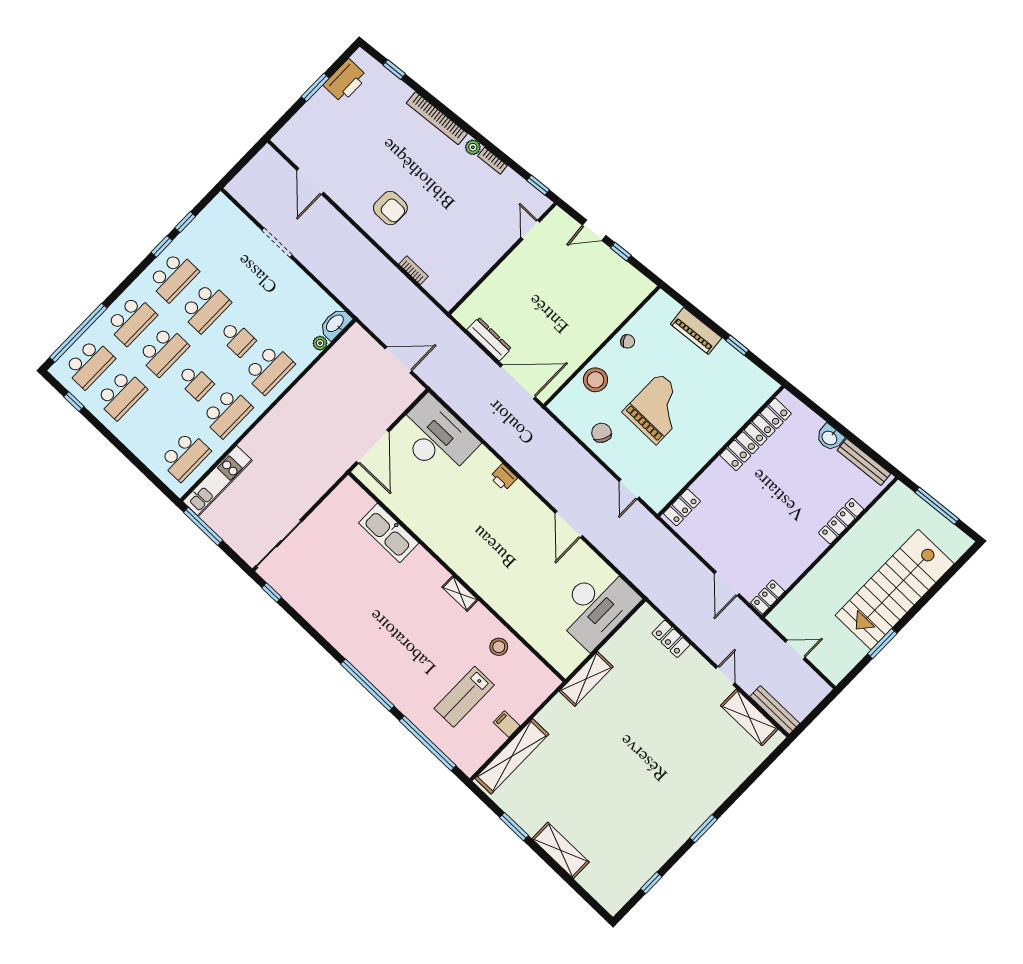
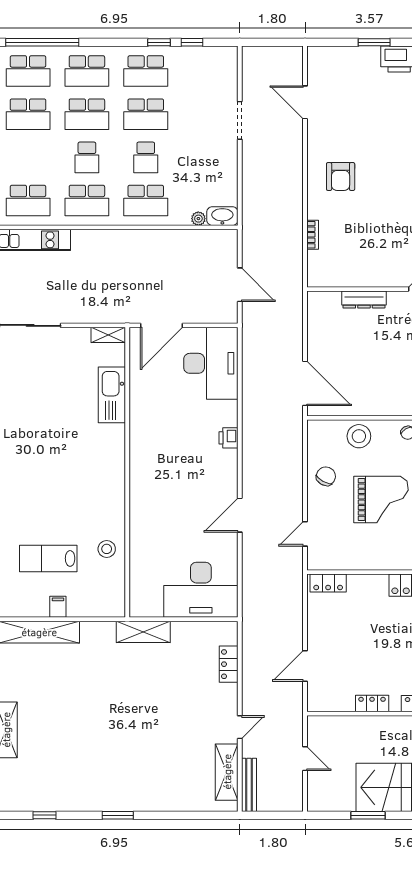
door: (310, 181) -> (305, 102), hinge flipped
dresser: (489, 339) -> (364, 300), moved, turned 90
shelving: (460, 594) -> (108, 335), moved, turned 90
locker: (768, 597) -> (372, 703), moved

